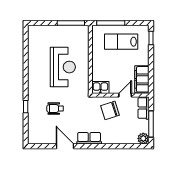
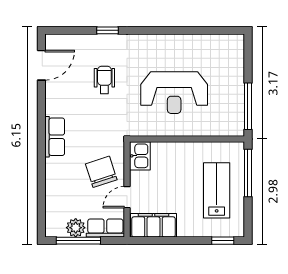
door: (125, 95) -> (127, 197), swing flipped
plant: (143, 138) -> (76, 228), moved
door: (65, 146) -> (41, 65), moved

